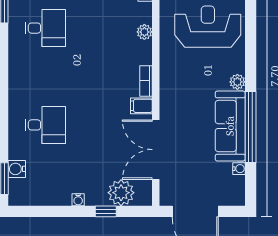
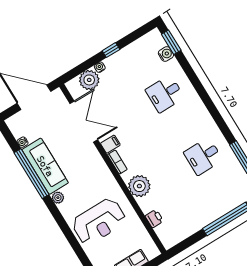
plant: (144, 32) -> (139, 186), width x1.88, depth x1.88
water cooler: (78, 200) -> (100, 67), moved
window: (106, 211) -> (111, 50), moved

